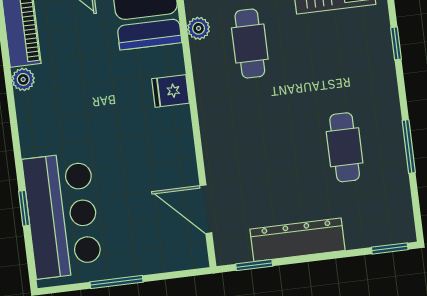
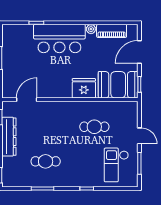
plant: (199, 28) -> (103, 106), removed
fridge: (171, 91) -> (84, 88), width x1.88, depth x1.34
bar counter: (62, 215) -> (59, 39), moved

